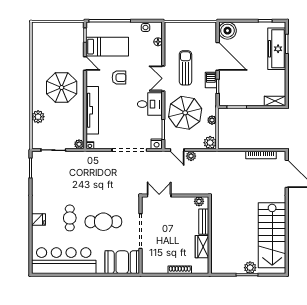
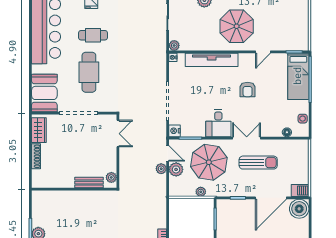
bed: (107, 47) -> (298, 76), moved
barbecue: (211, 80) -> (300, 191), moved
plant: (210, 143) -> (176, 169), moved
door: (177, 150) -> (168, 153), swing flipped
wardrobe: (202, 247) -> (39, 130), moved, turned 90

